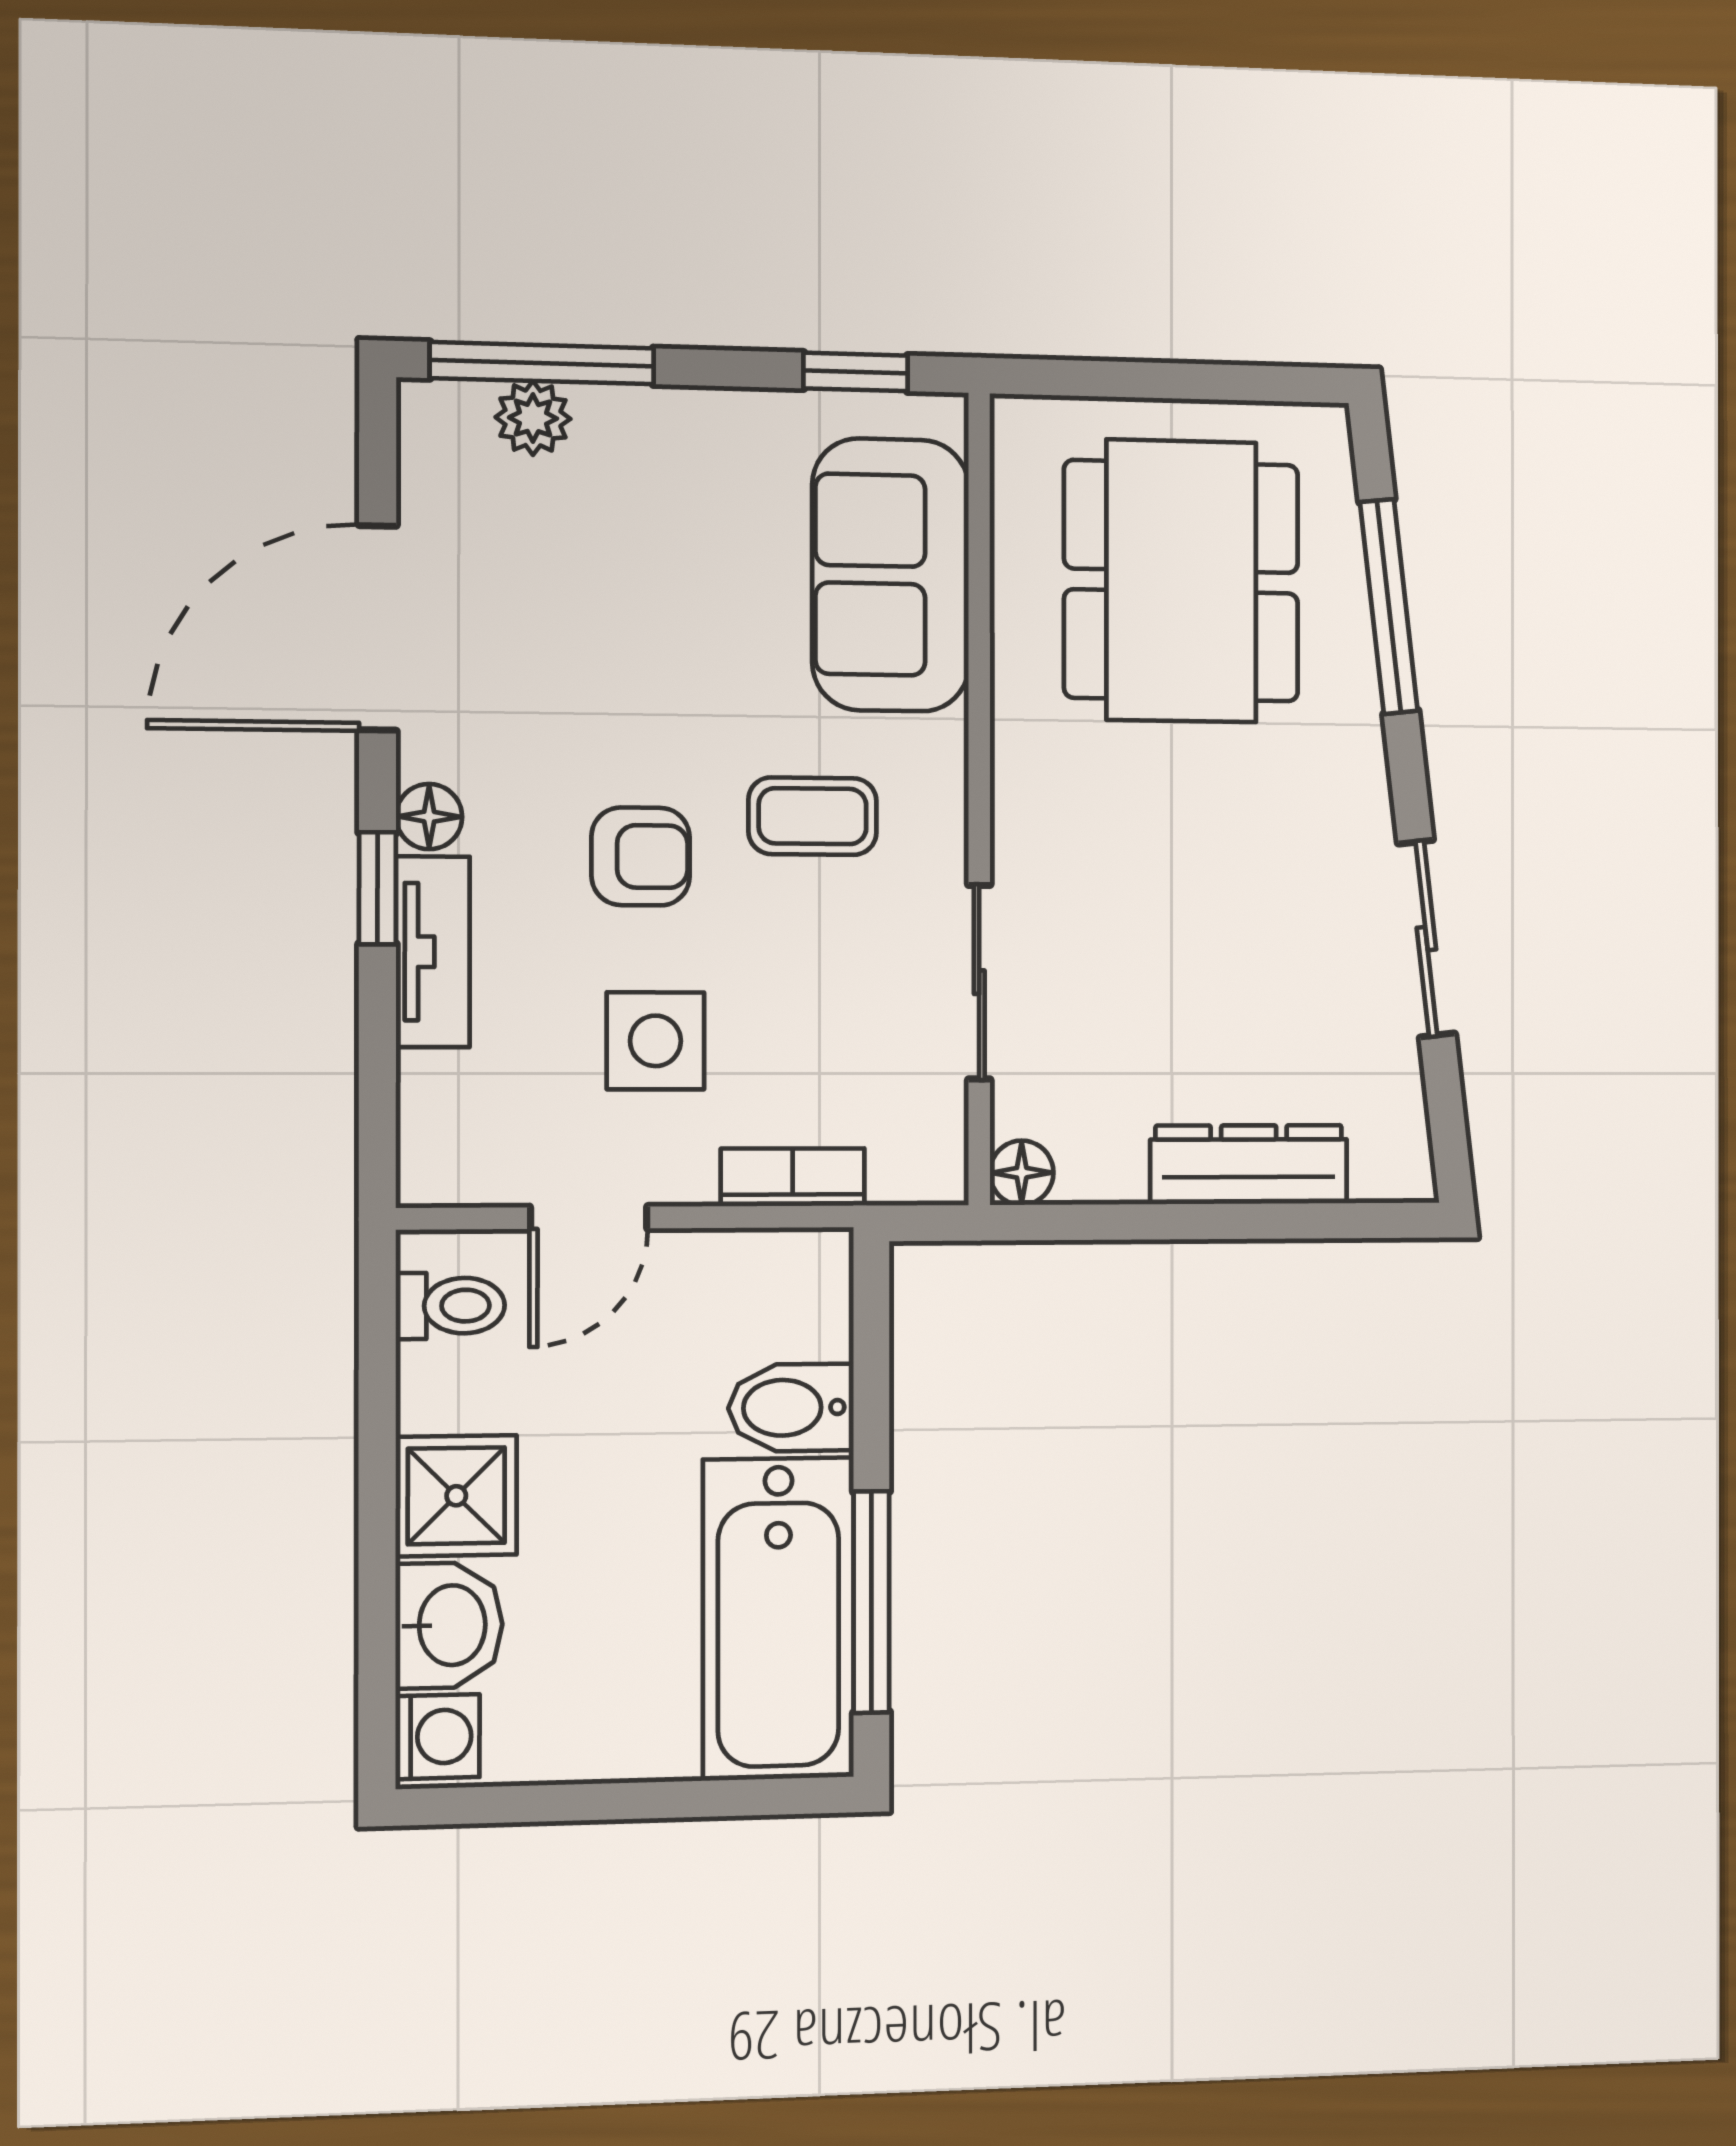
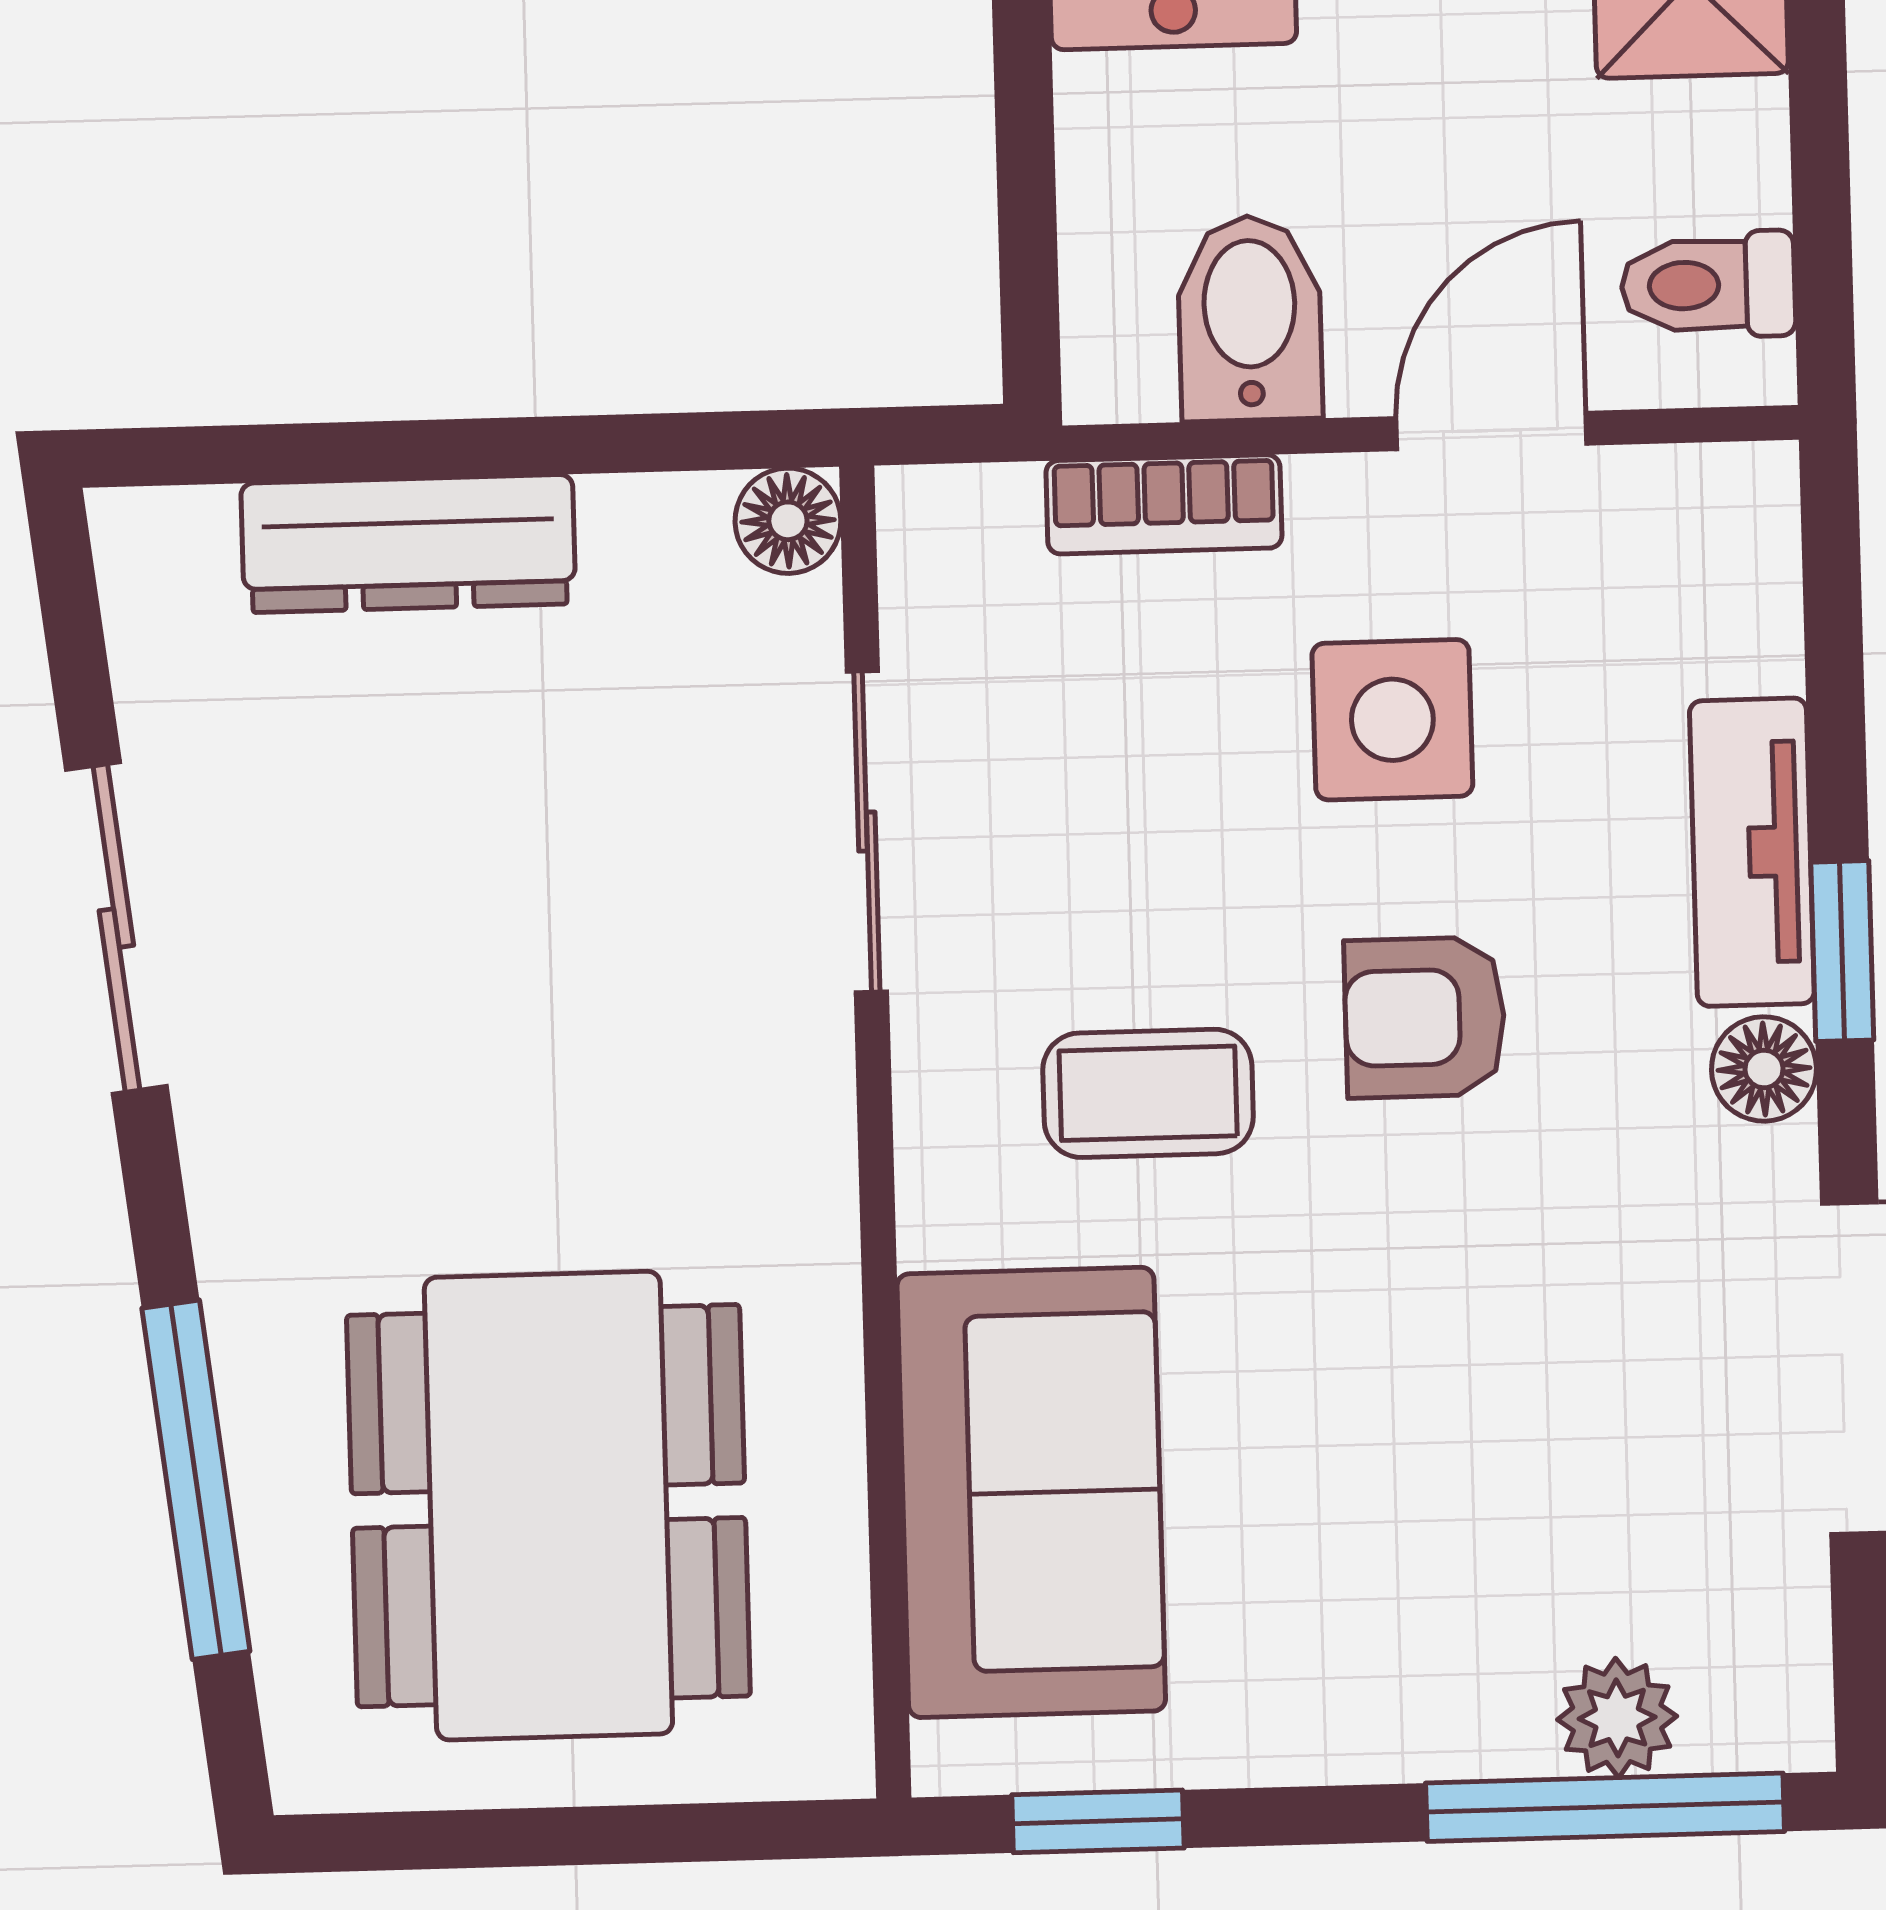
bidet: (791, 1408) -> (1250, 318), moved, turned -90

